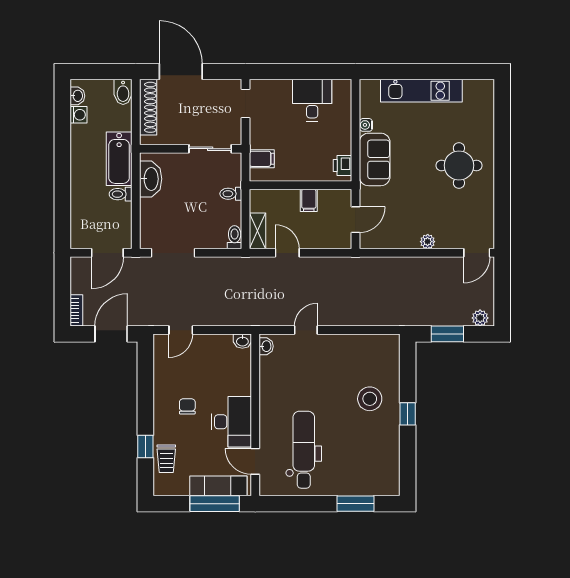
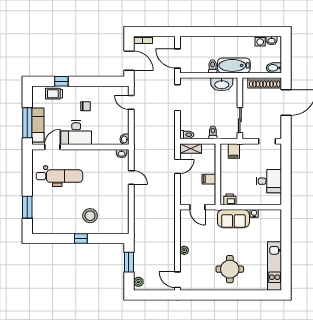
kitchen unit: (421, 91) -> (275, 266), moved

